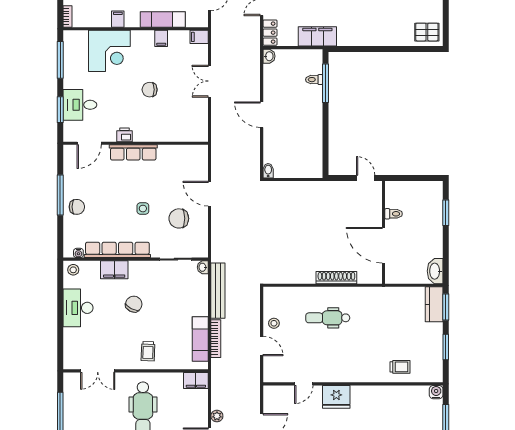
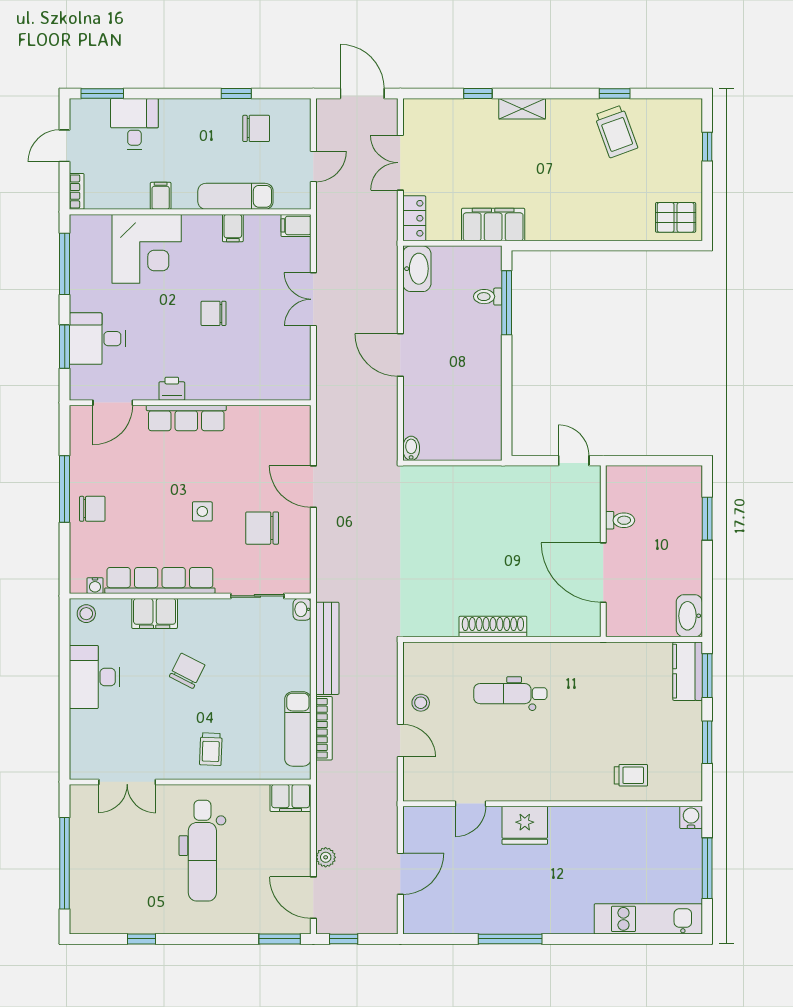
washbasin: (269, 56) -> (417, 269), width x1.91, depth x1.45
shoe rack: (336, 278) -> (493, 627), moved

